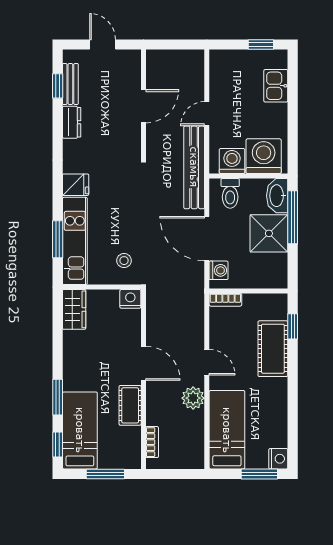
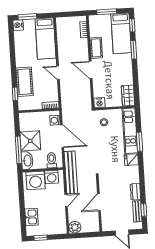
window: (58, 239) -> (140, 142), moved
plant: (193, 398) -> (75, 227), moved

